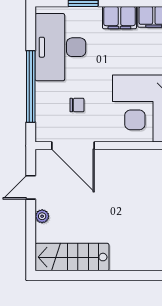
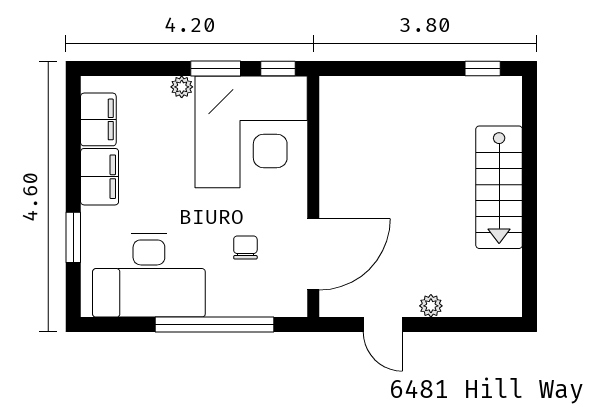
stairs: (72, 257) -> (499, 187), moved

